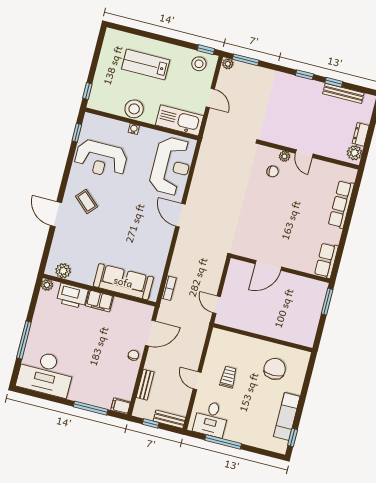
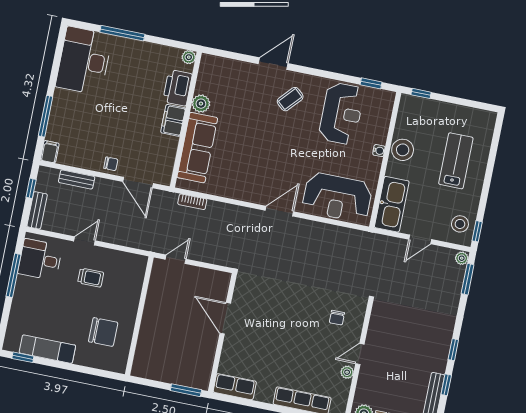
plant: (284, 156) -> (347, 372), moved
reception desk: (101, 159) -> (341, 113), turned 180
plant: (63, 271) -> (201, 104), moved

